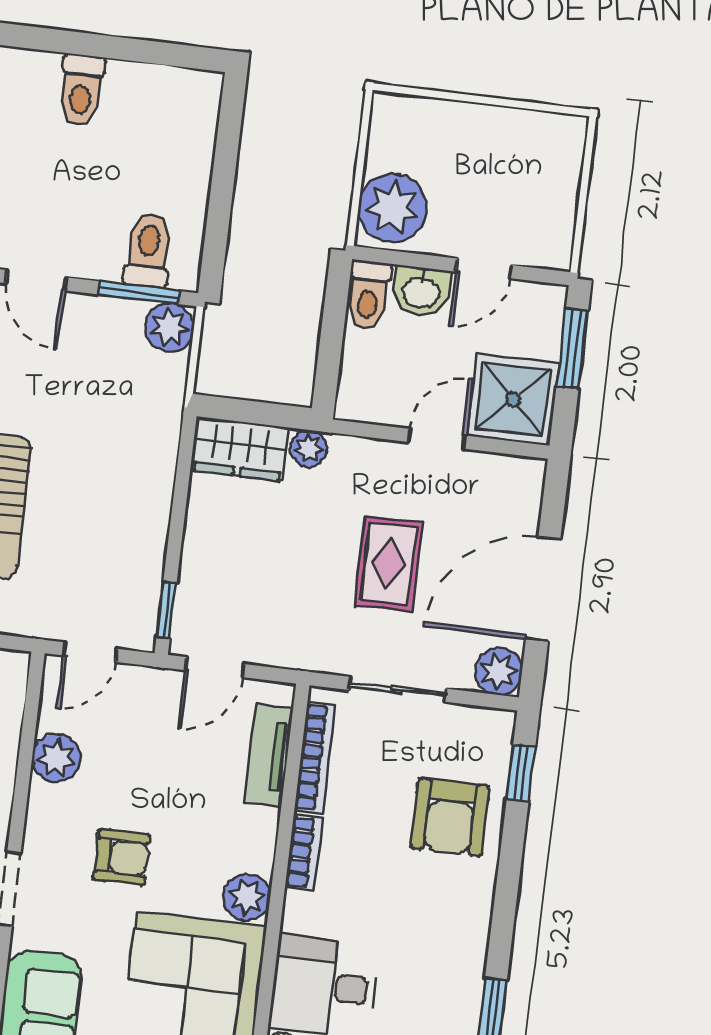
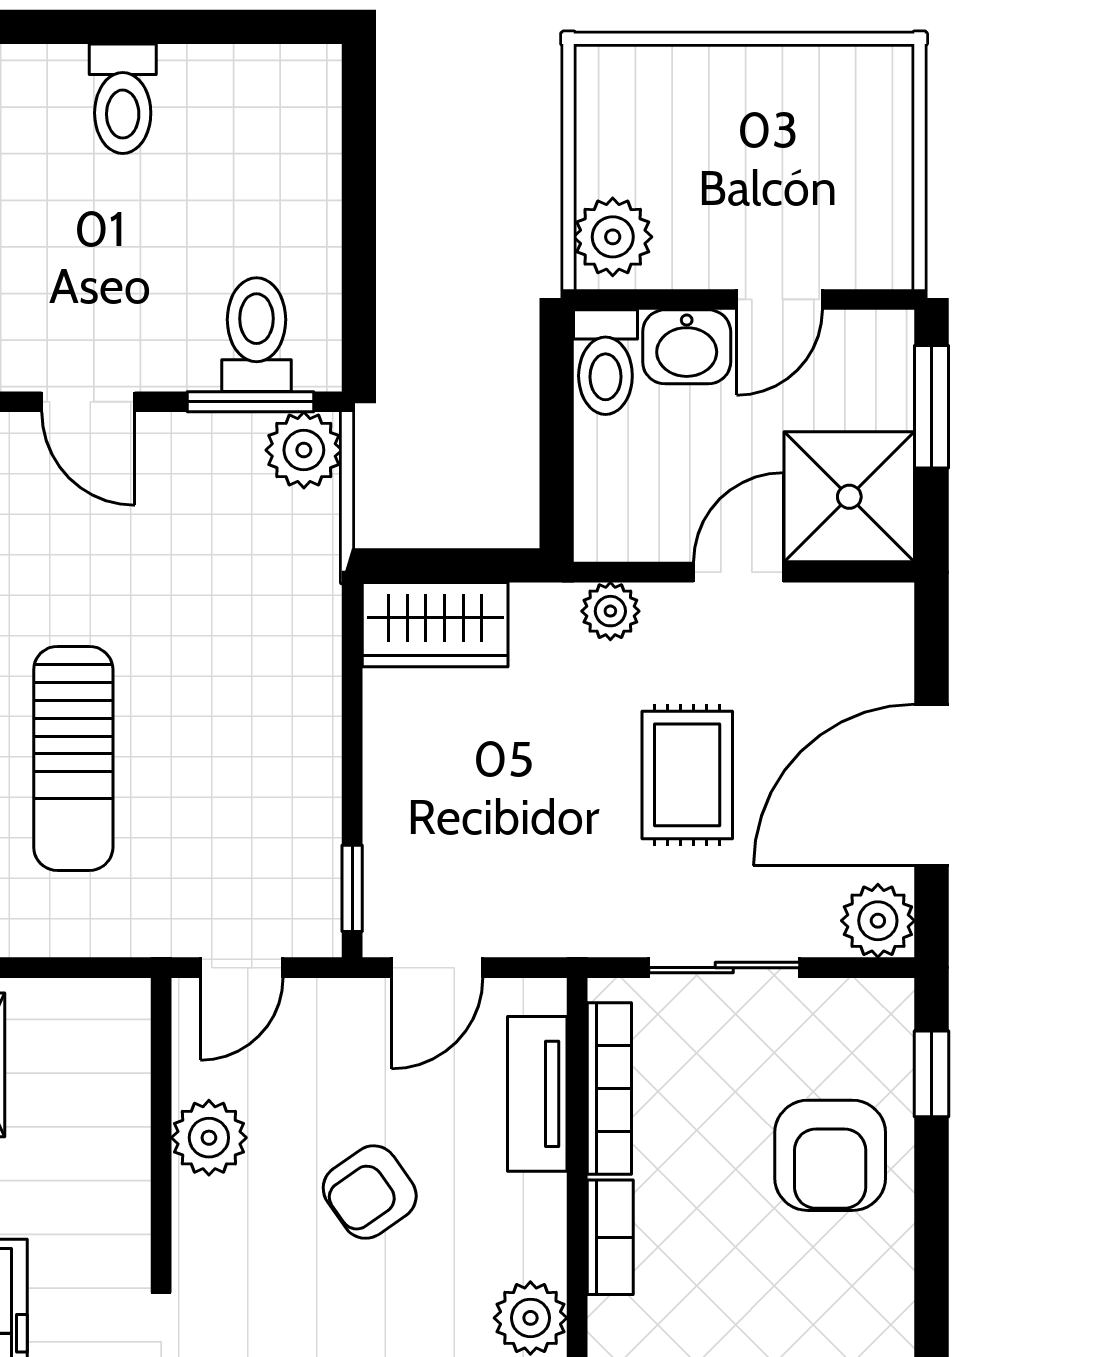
plant: (393, 208) -> (613, 237), width x0.73, depth x0.73
plant: (309, 448) -> (610, 611), moved
armchair: (122, 857) -> (370, 1192), moved, turned 145

